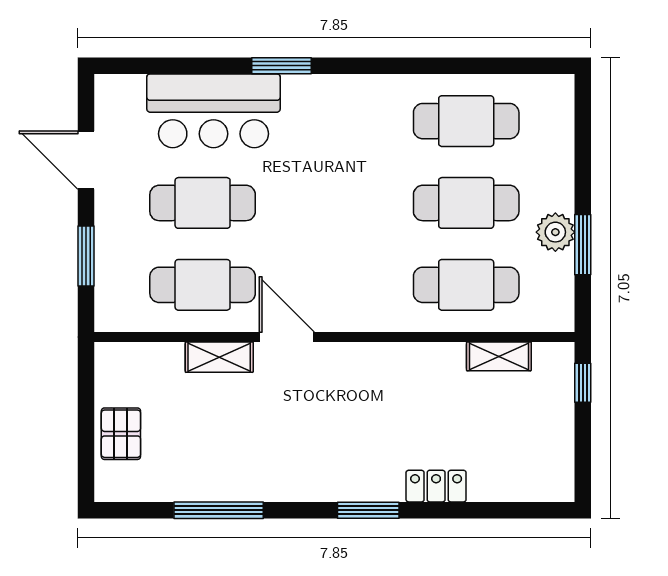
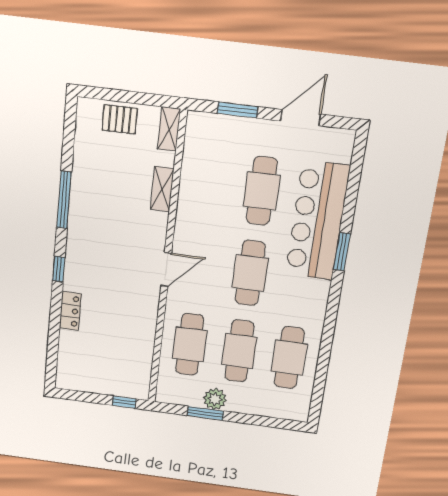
bar counter: (213, 111) -> (317, 221), width x1.36
cafe table: (203, 285) -> (250, 273), moved
door: (287, 337) -> (166, 269), moved
shelving: (499, 356) -> (169, 129), moved
window: (219, 510) -> (64, 200), moved
window: (368, 510) -> (59, 269), width x0.67

